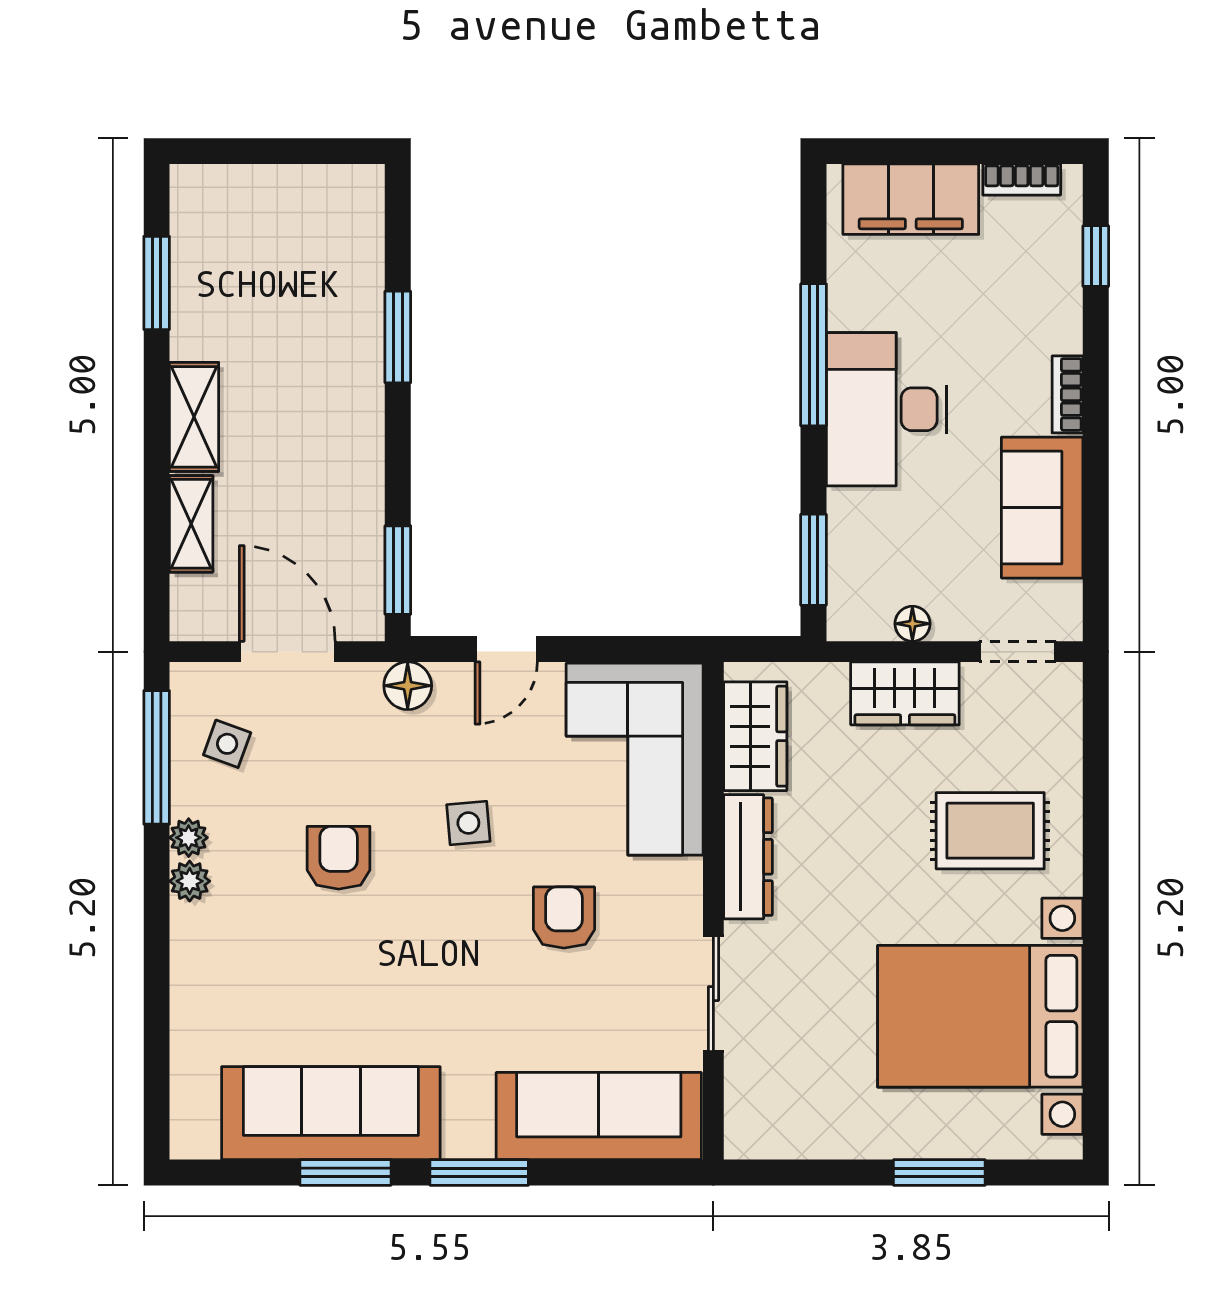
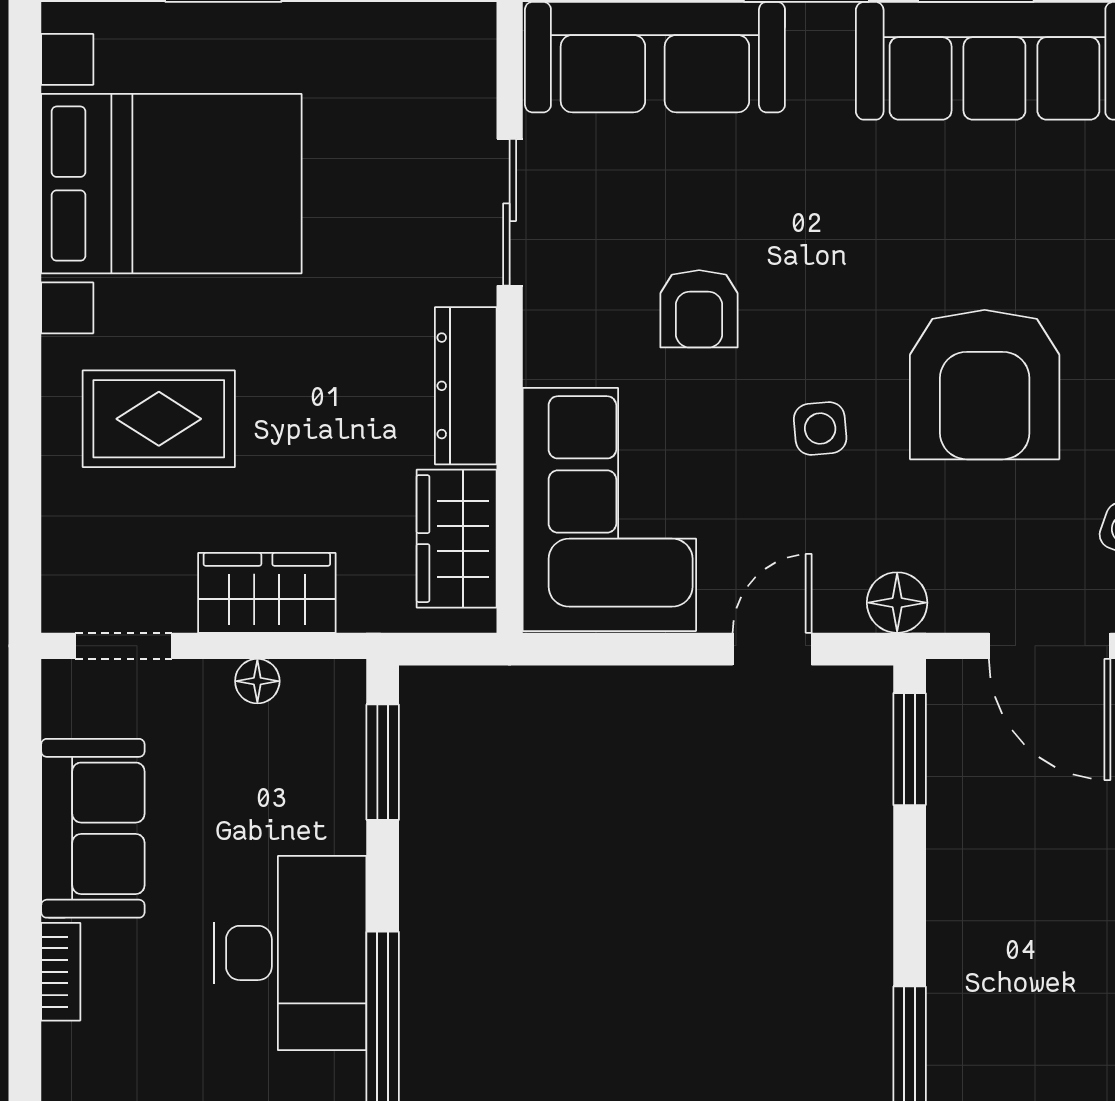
armchair: (339, 858) -> (985, 385), width x1.88, depth x1.88

